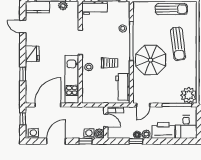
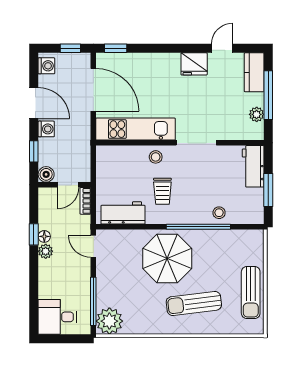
fridge: (32, 54) -> (194, 64), moved
window: (23, 74) -> (116, 48), moved
printer: (163, 130) -> (52, 279), removed
washing machine: (89, 134) -> (46, 129), moved

